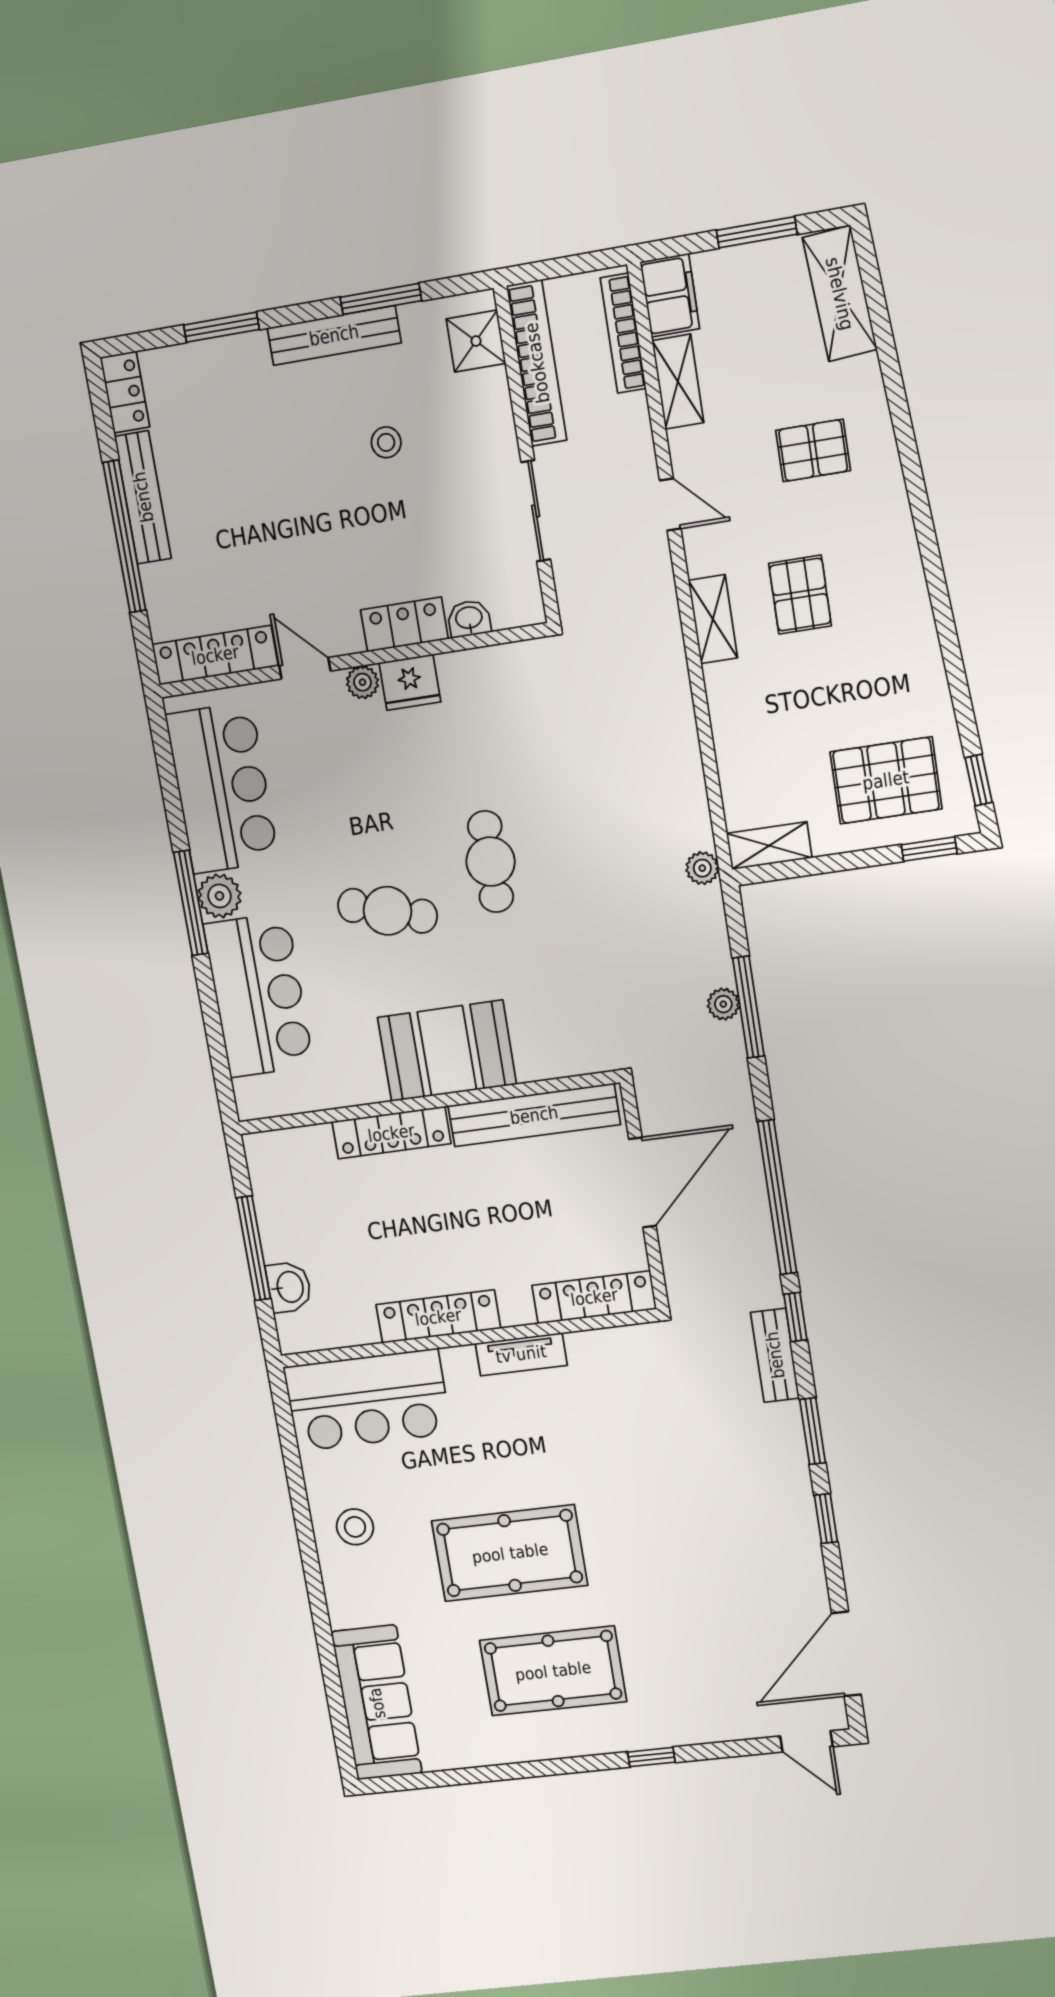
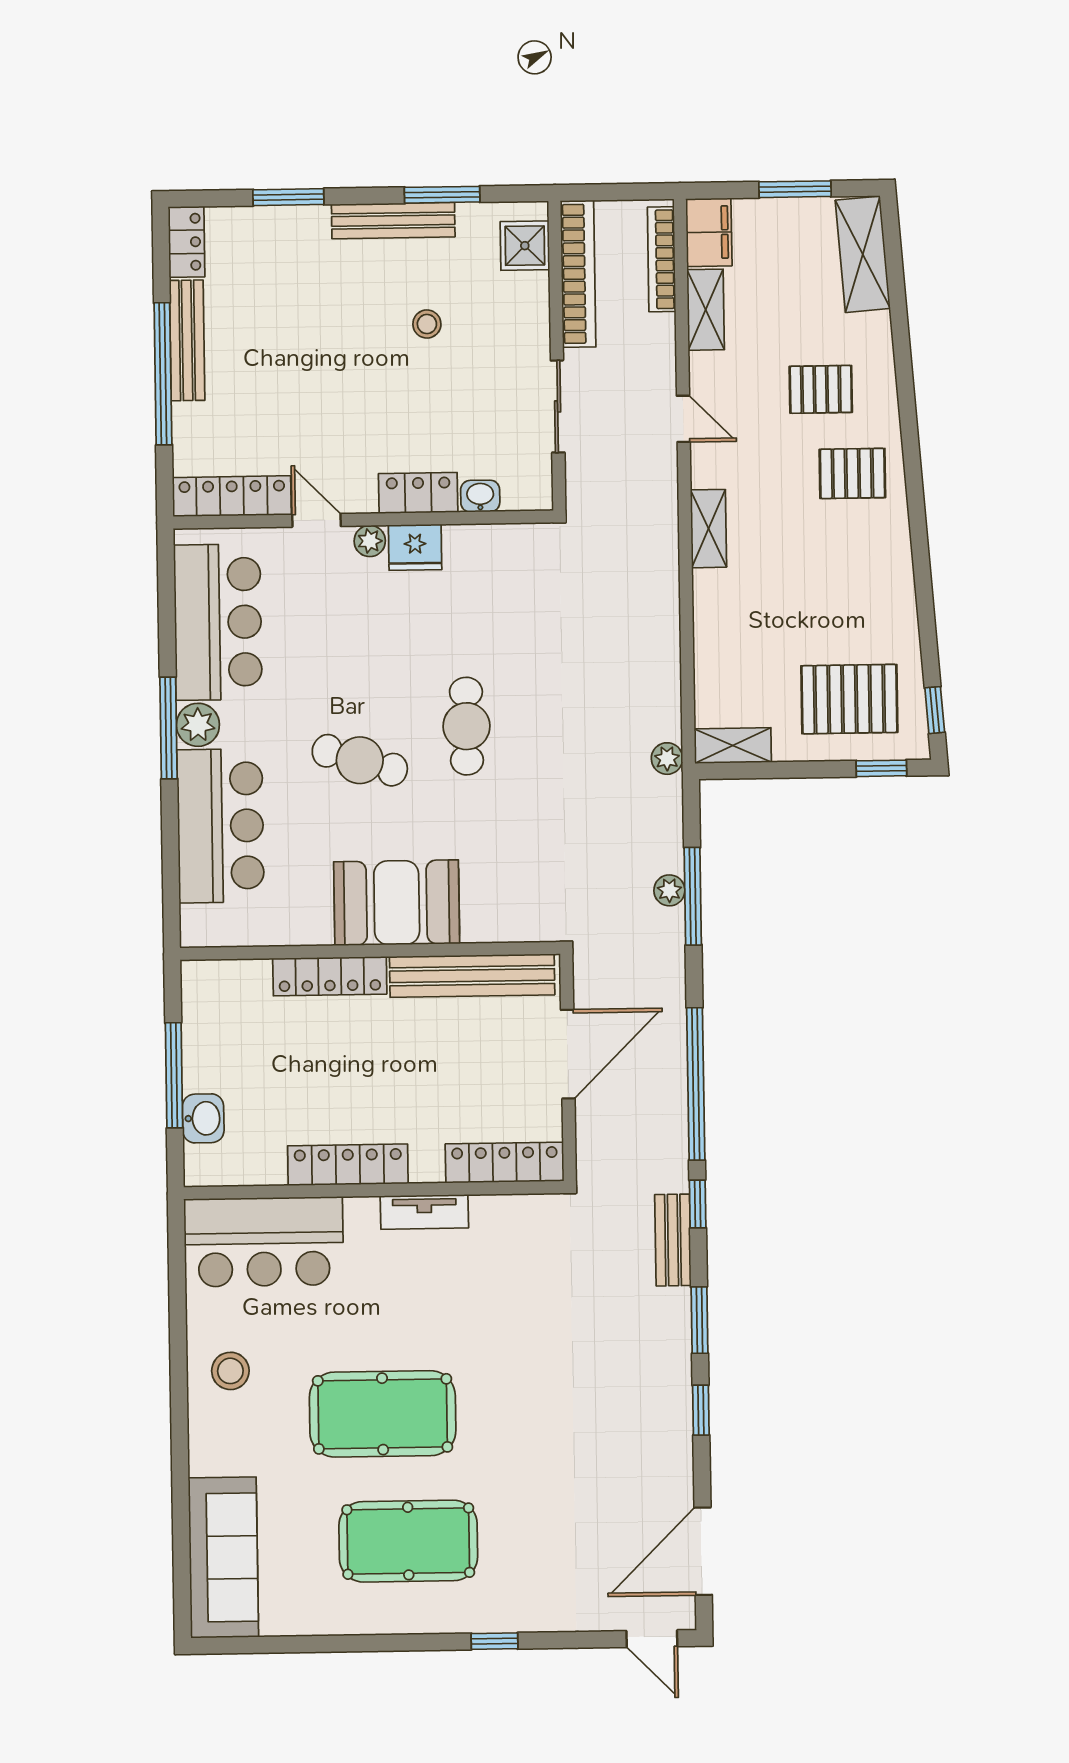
pallet: (800, 595) -> (852, 473), moved, turned 90

